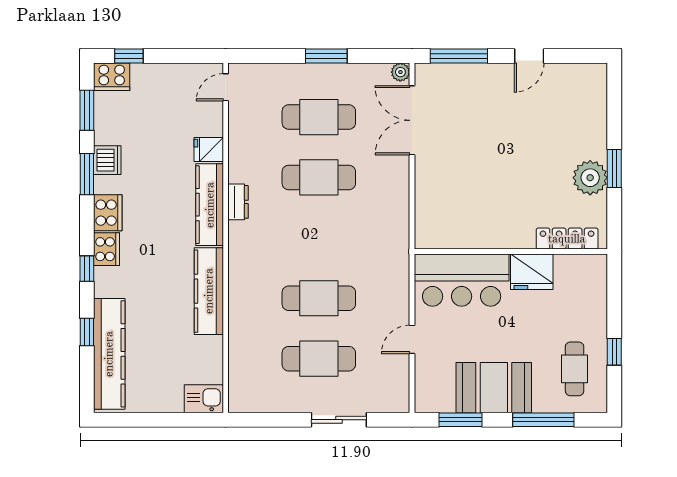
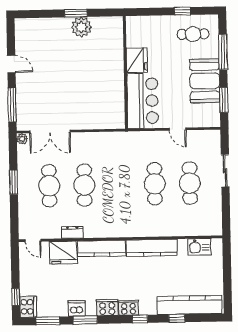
fridge: (209, 149) -> (63, 252), width x1.88, depth x1.34
dresser: (238, 202) -> (72, 232), moved
locker: (567, 239) -> (117, 40), removed
kitchen sink: (204, 399) -> (199, 247), moved, turned -90

